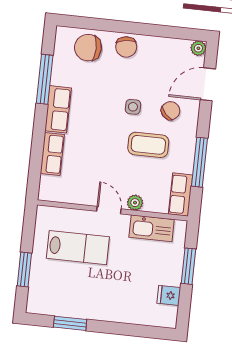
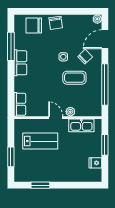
row of seats: (52, 154) -> (20, 104), moved
window: (200, 162) -> (105, 85), width x1.46
row of seats: (180, 194) -> (96, 104), removed

